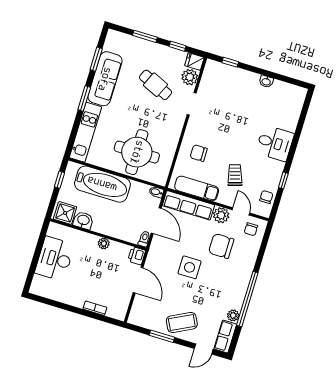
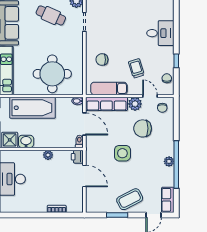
plant: (233, 315) -> (169, 161), moved

